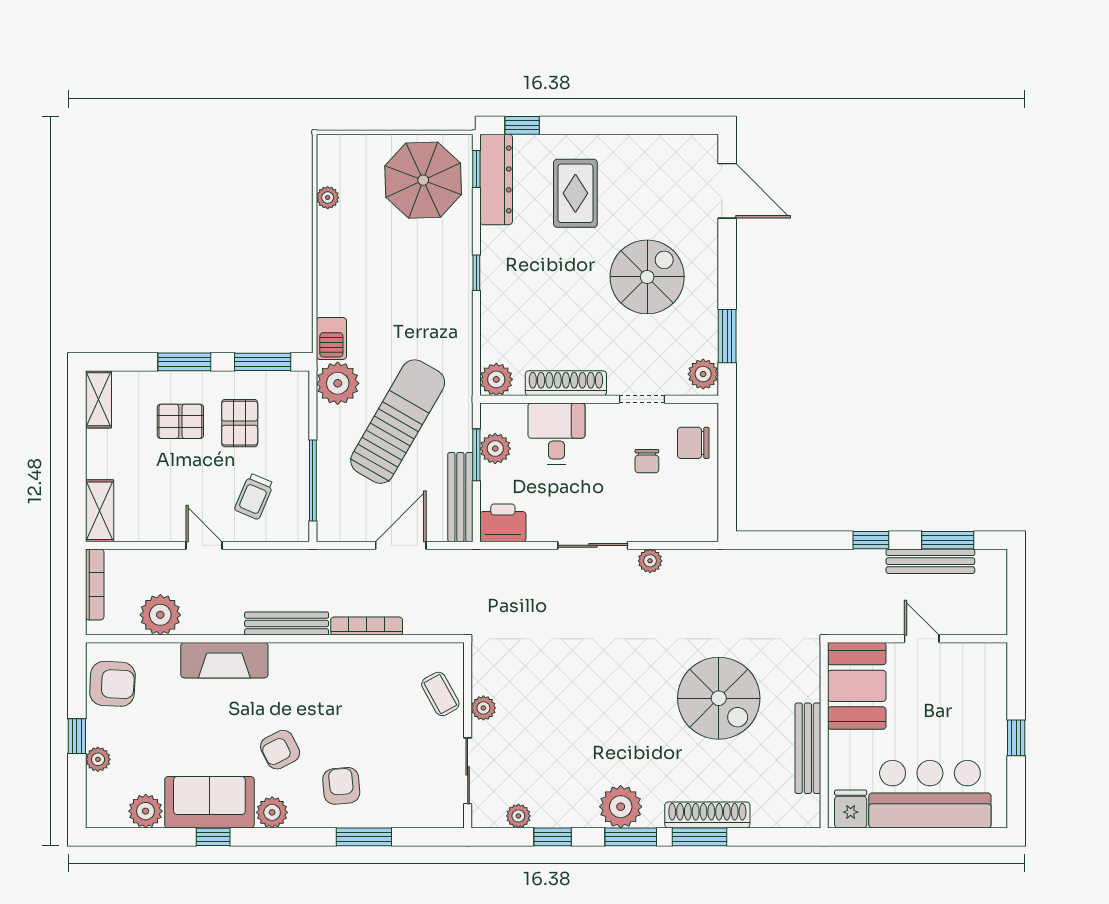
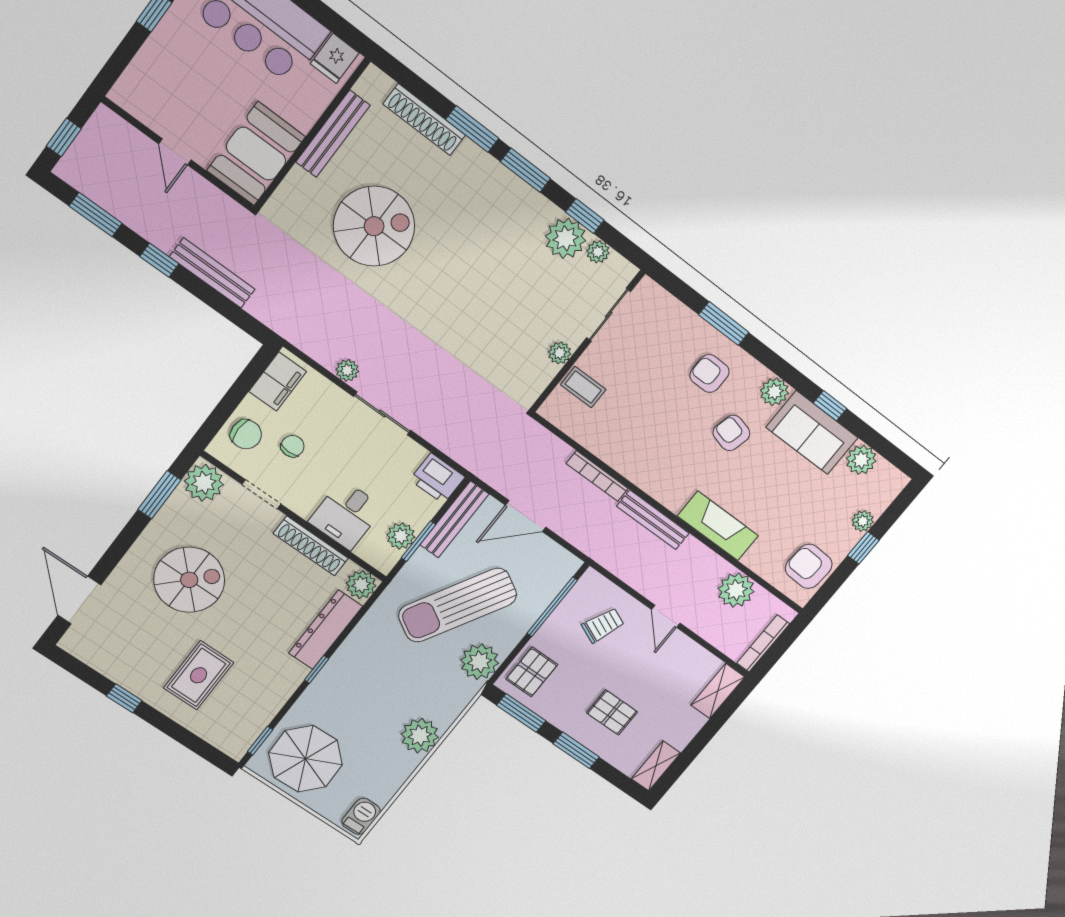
window: (522, 125) -> (124, 698), moved
dresser: (496, 179) -> (326, 630), moved
plant: (328, 198) -> (420, 736), moved, width x1.88, depth x1.88
spiral stairs: (647, 277) -> (189, 580), turned 180
barbecue: (331, 338) -> (361, 816), moved
plant: (703, 374) -> (204, 483), width x1.36, depth x1.36
pallet: (240, 423) -> (532, 672), moved
filing cabinet: (701, 508) -> (278, 382), added
bench: (930, 561) -> (212, 273), moved
window: (1016, 585) -> (64, 137), added
coffee table: (440, 694) -> (583, 387), turned -61
spiral stairs: (719, 698) -> (374, 226), turned 90
armchair: (280, 750) -> (731, 433), turned -139
armchair: (341, 786) -> (709, 373), turned 95
plant: (621, 807) -> (566, 238), moved
shoe rack: (707, 815) -> (424, 120), moved

